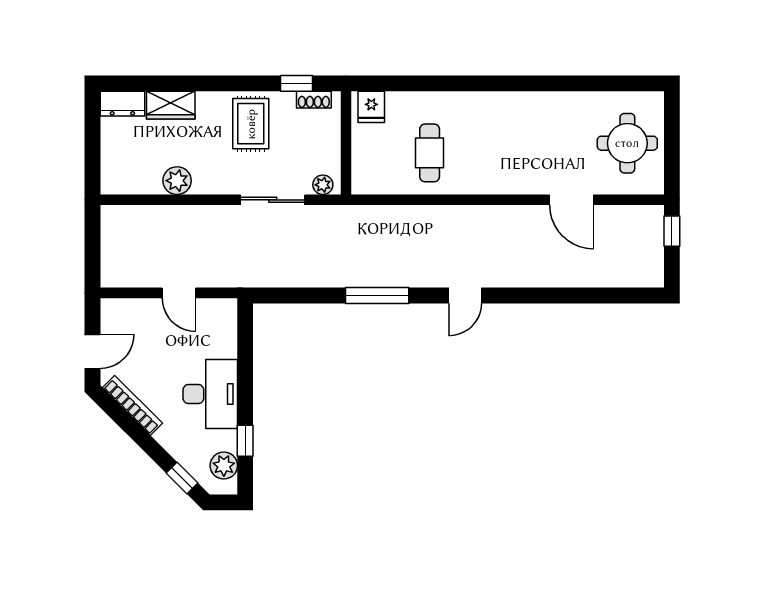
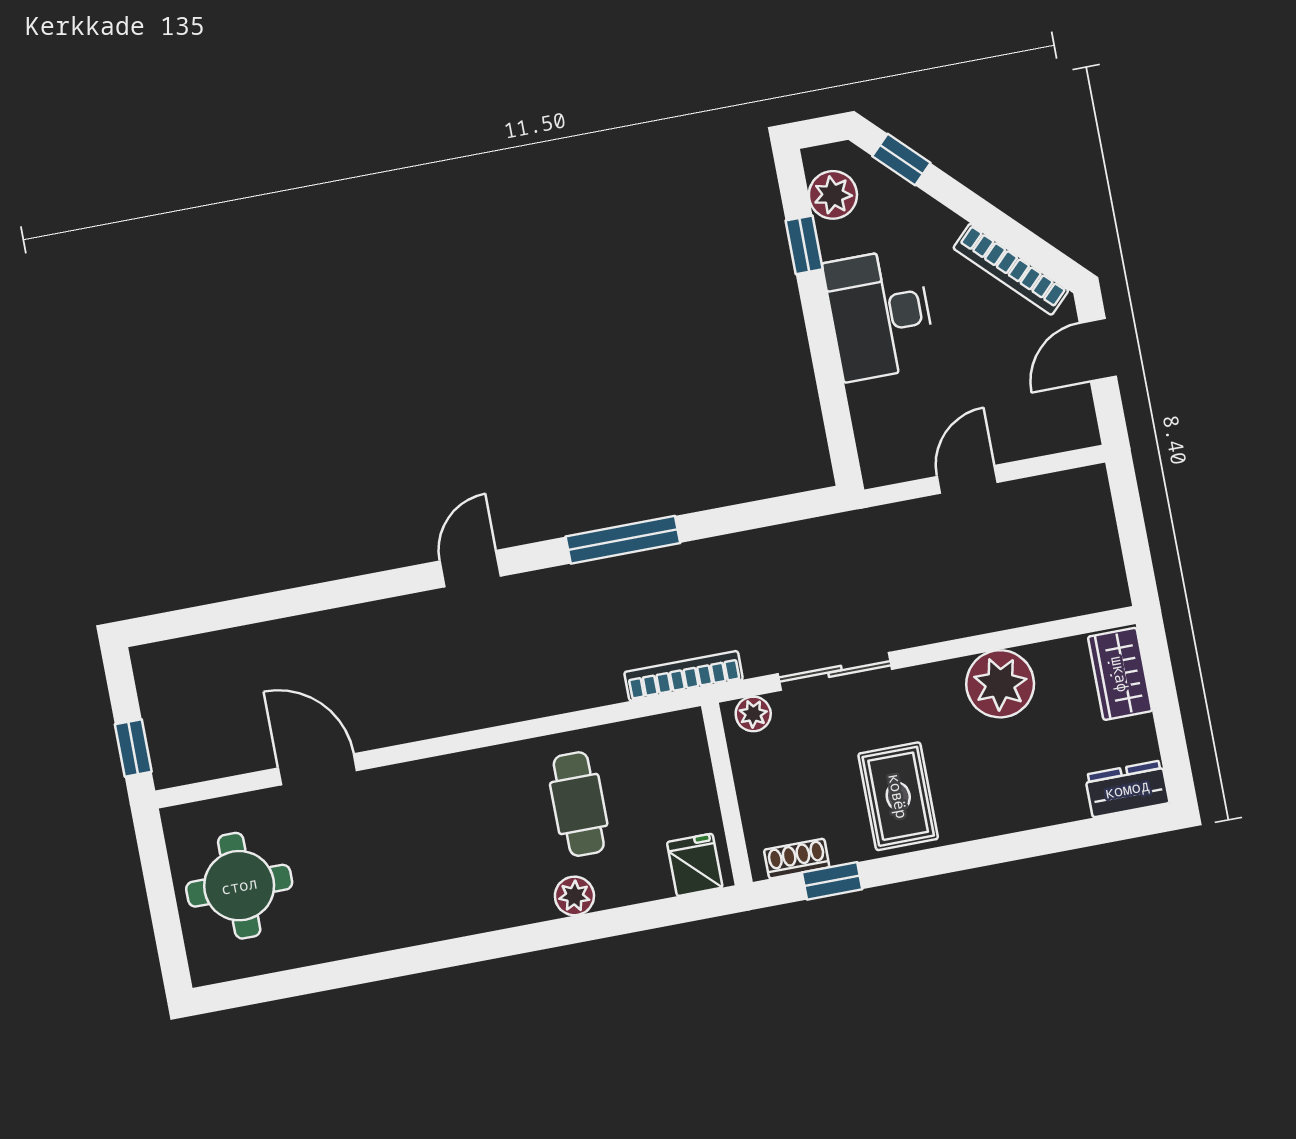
plant: (442, 102) -> (574, 896), added
wardrobe: (171, 105) -> (1120, 674), moved, turned -90
plant: (177, 181) -> (1000, 684), width x1.36, depth x1.36
bookcase: (358, 213) -> (684, 676), added
door: (179, 293) -> (967, 479), hinge flipped

